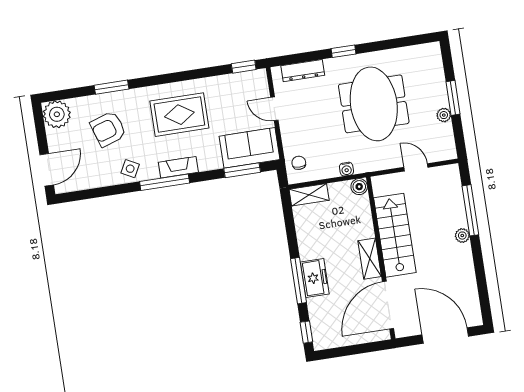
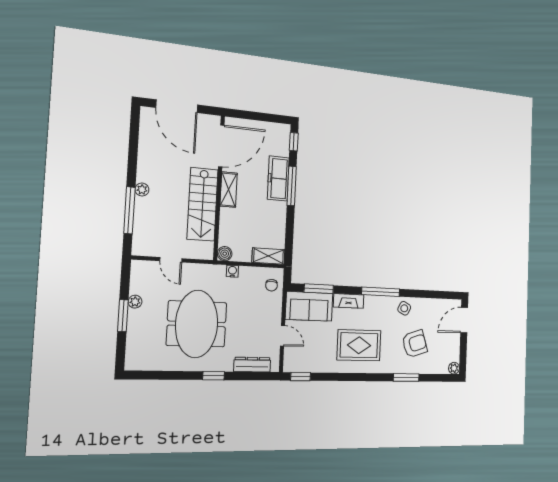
plant: (57, 114) -> (454, 368), width x0.53, depth x0.53
fireplace: (178, 167) -> (349, 301), moved
freezer: (315, 278) -> (278, 179), width x1.40

